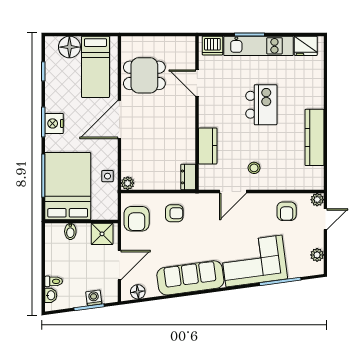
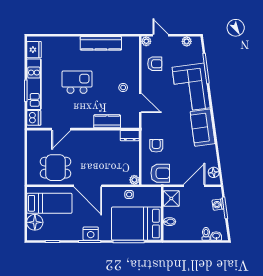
dining table: (144, 75) -> (56, 168), turned 90
door: (119, 265) -> (194, 186), hinge flipped
sofa: (190, 278) -> (203, 128), width x0.73

